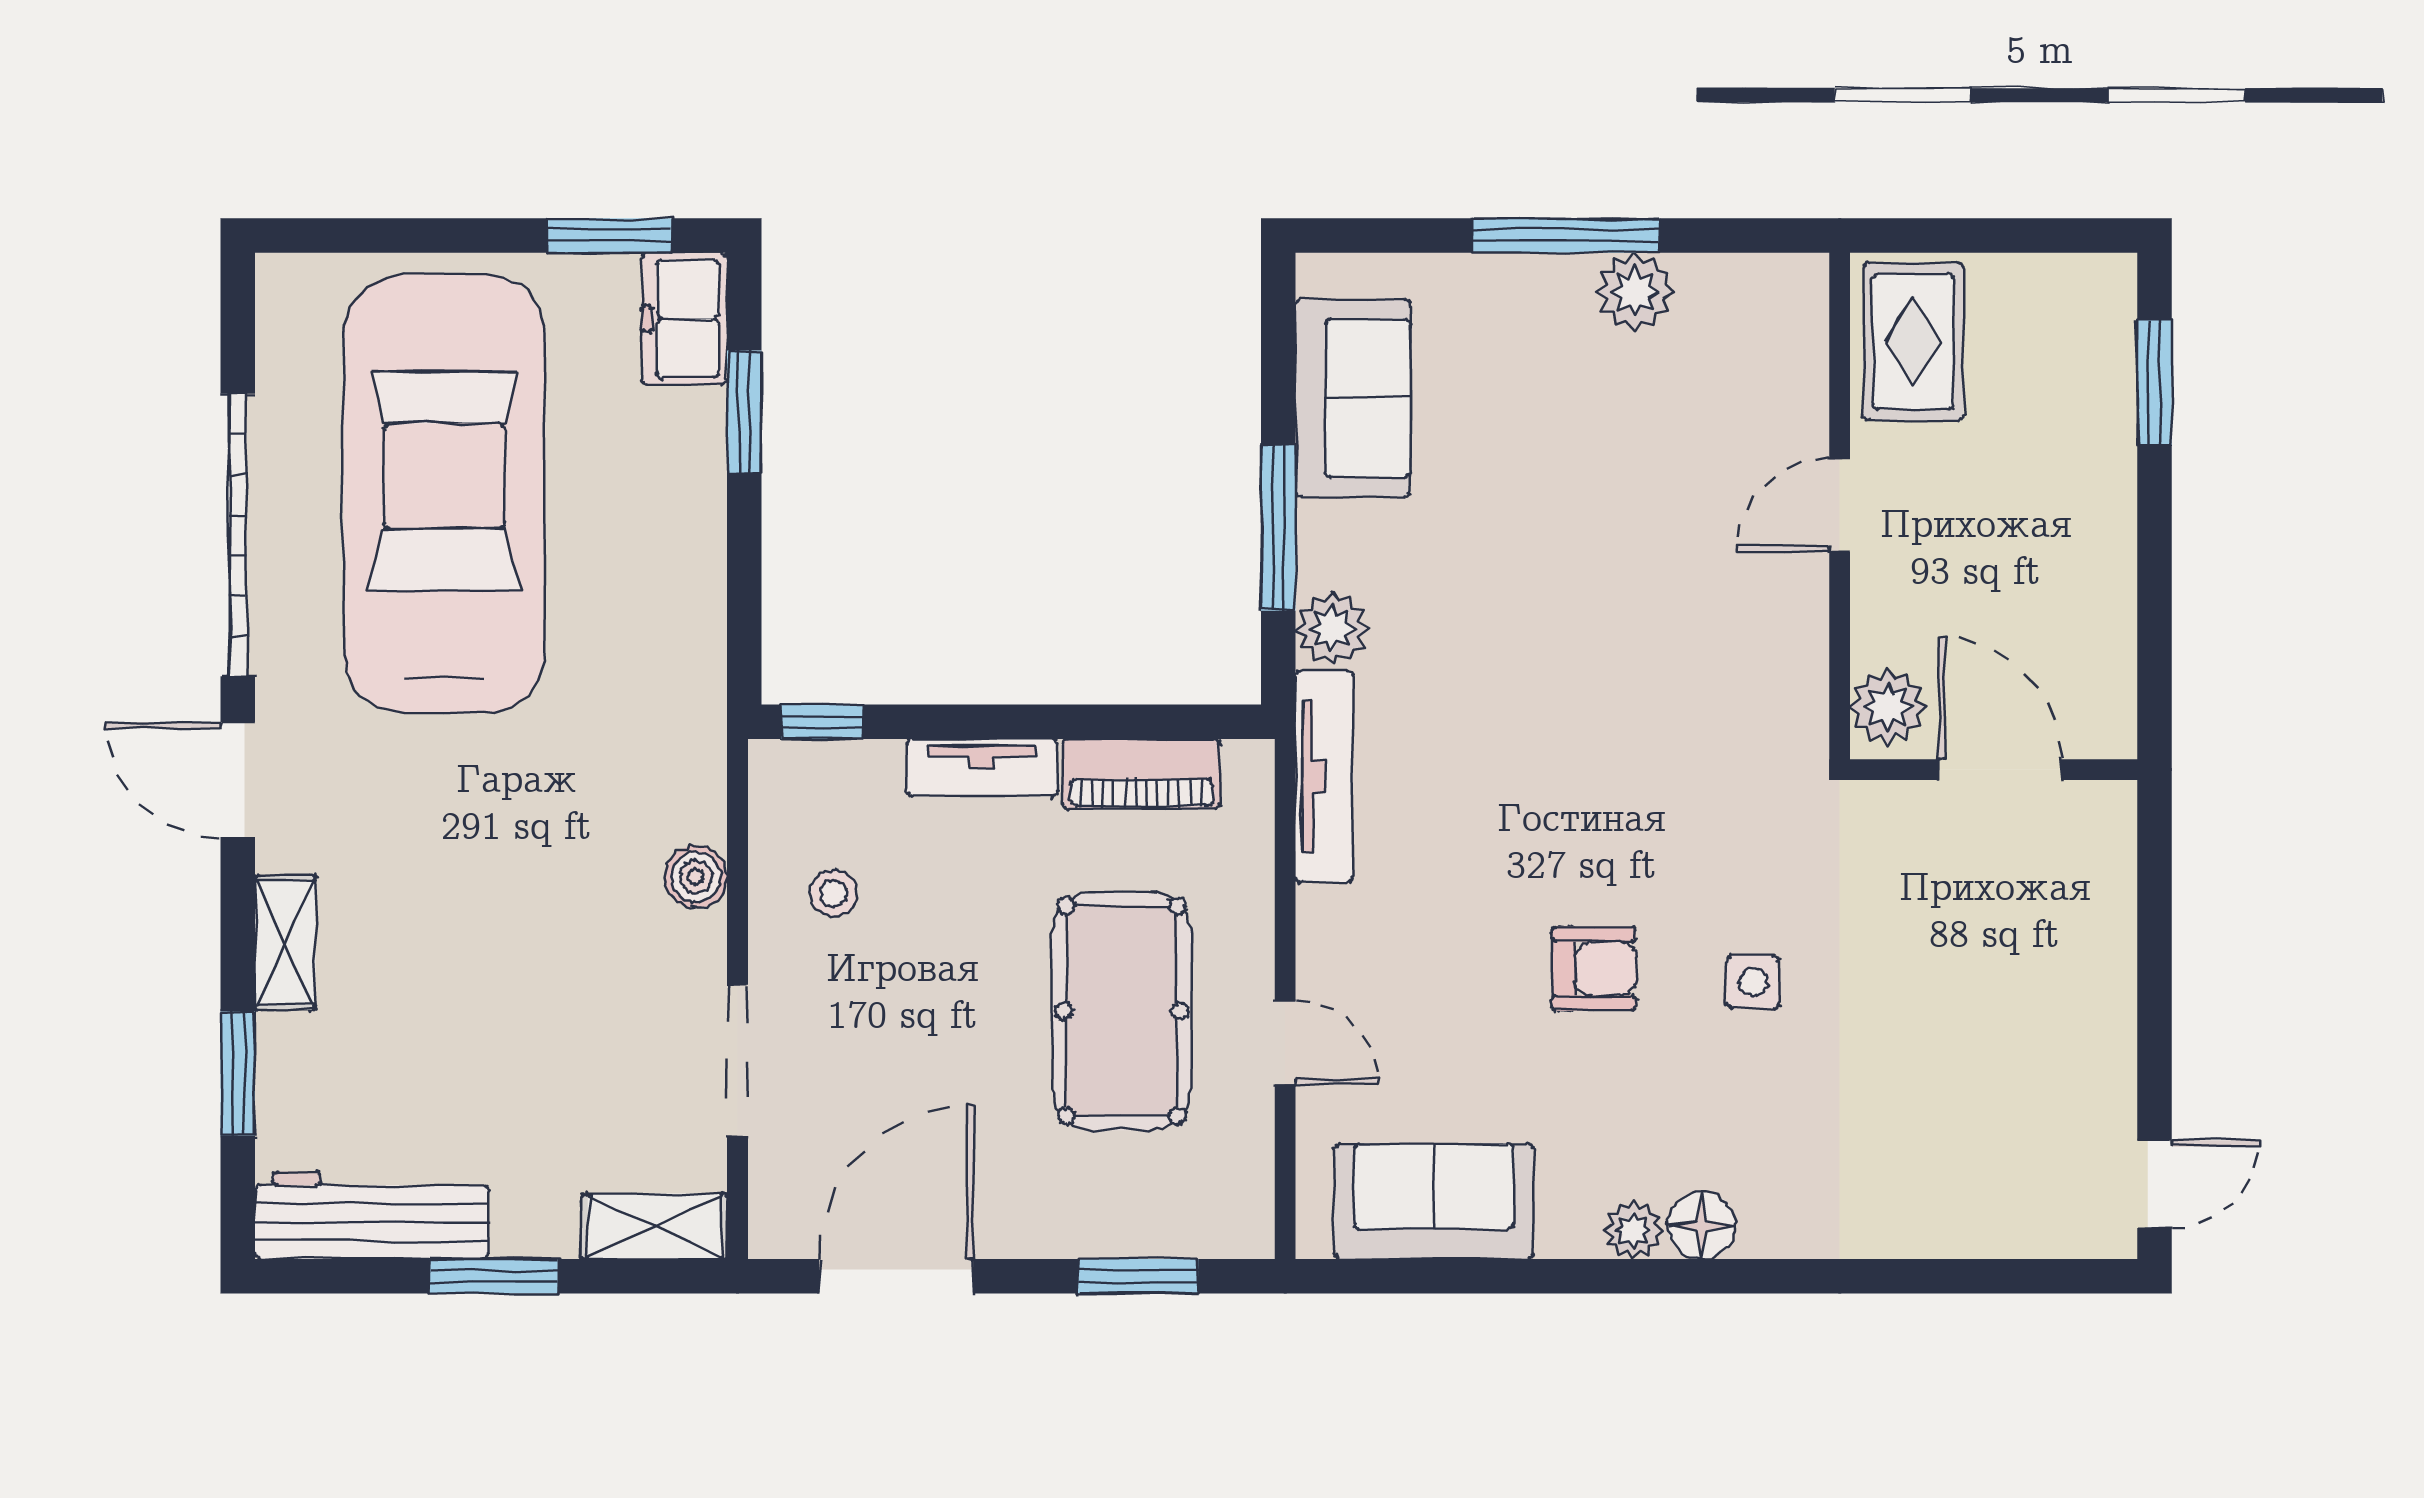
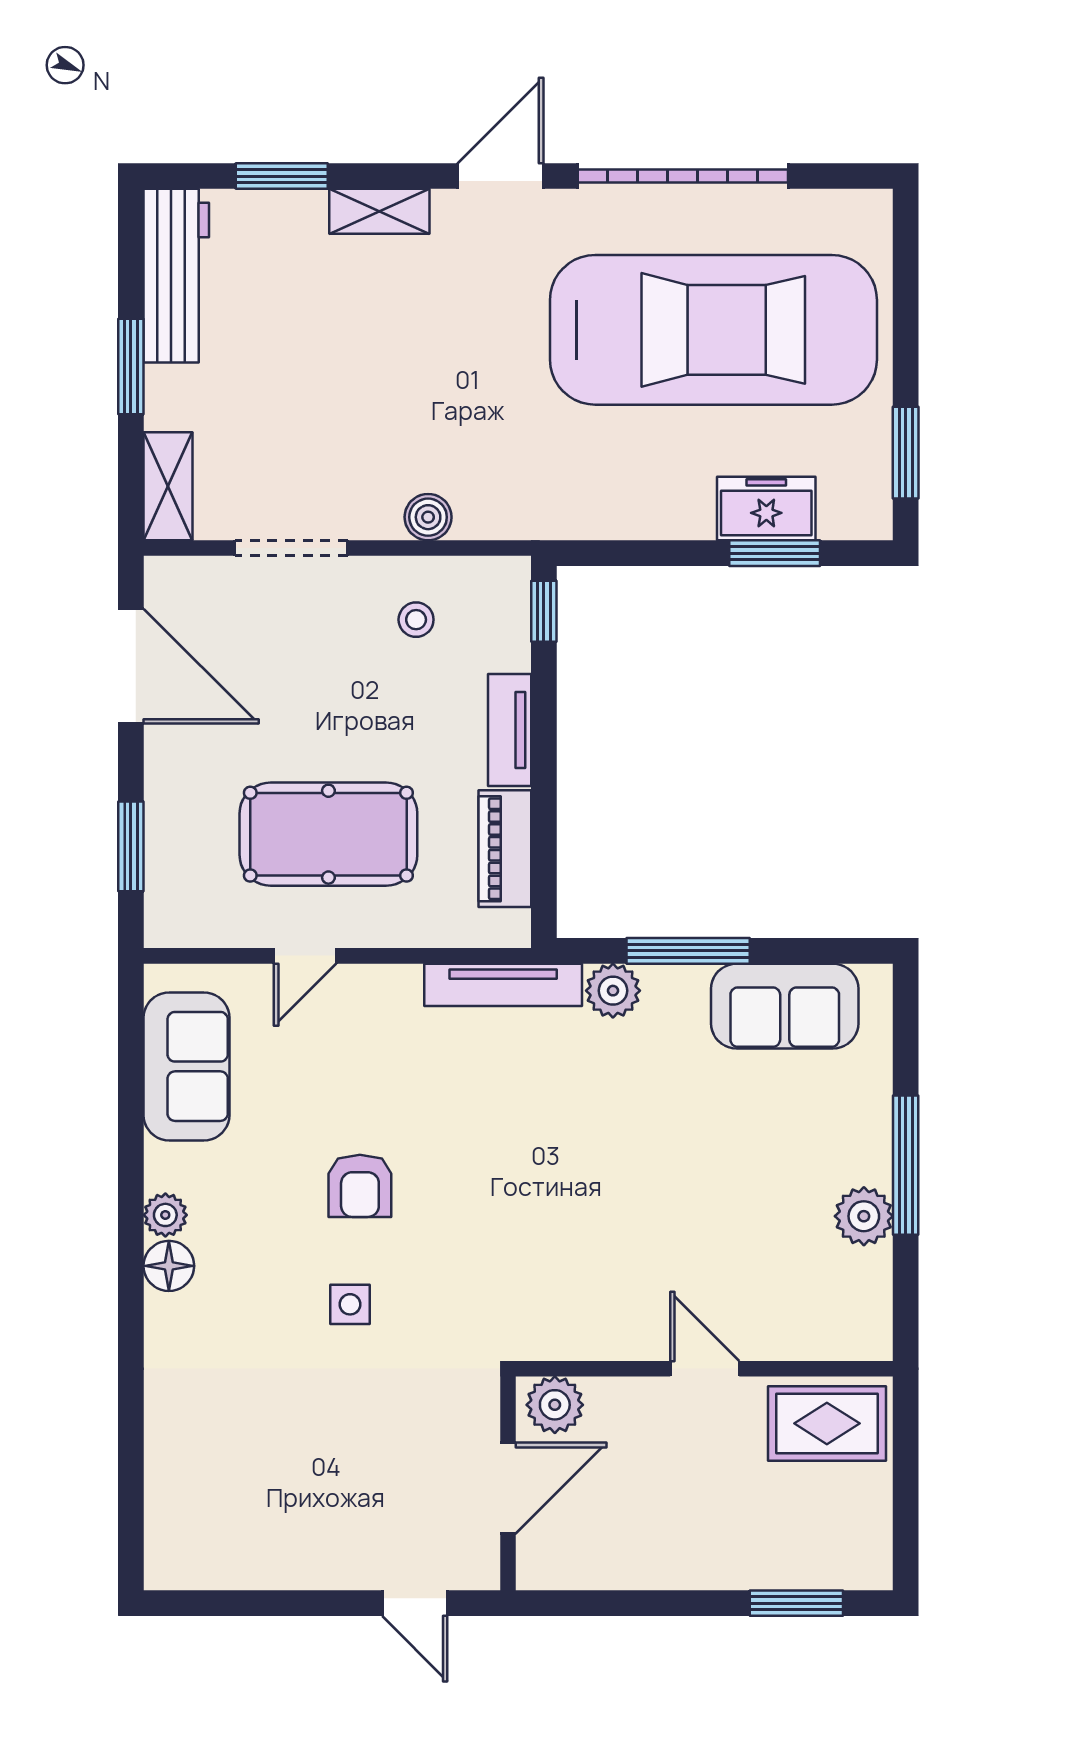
freezer: (684, 319) -> (766, 509), moved
door: (2155, 1184) -> (415, 1603), moved

